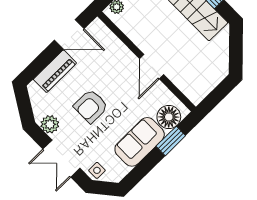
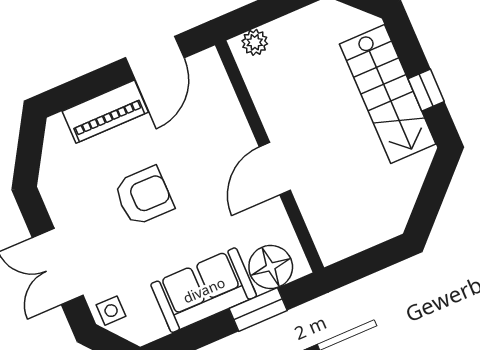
door: (69, 34) -> (155, 58), hinge flipped
armchair: (91, 106) -> (144, 196), turned 180
plant: (50, 124) -> (61, 200), removed

